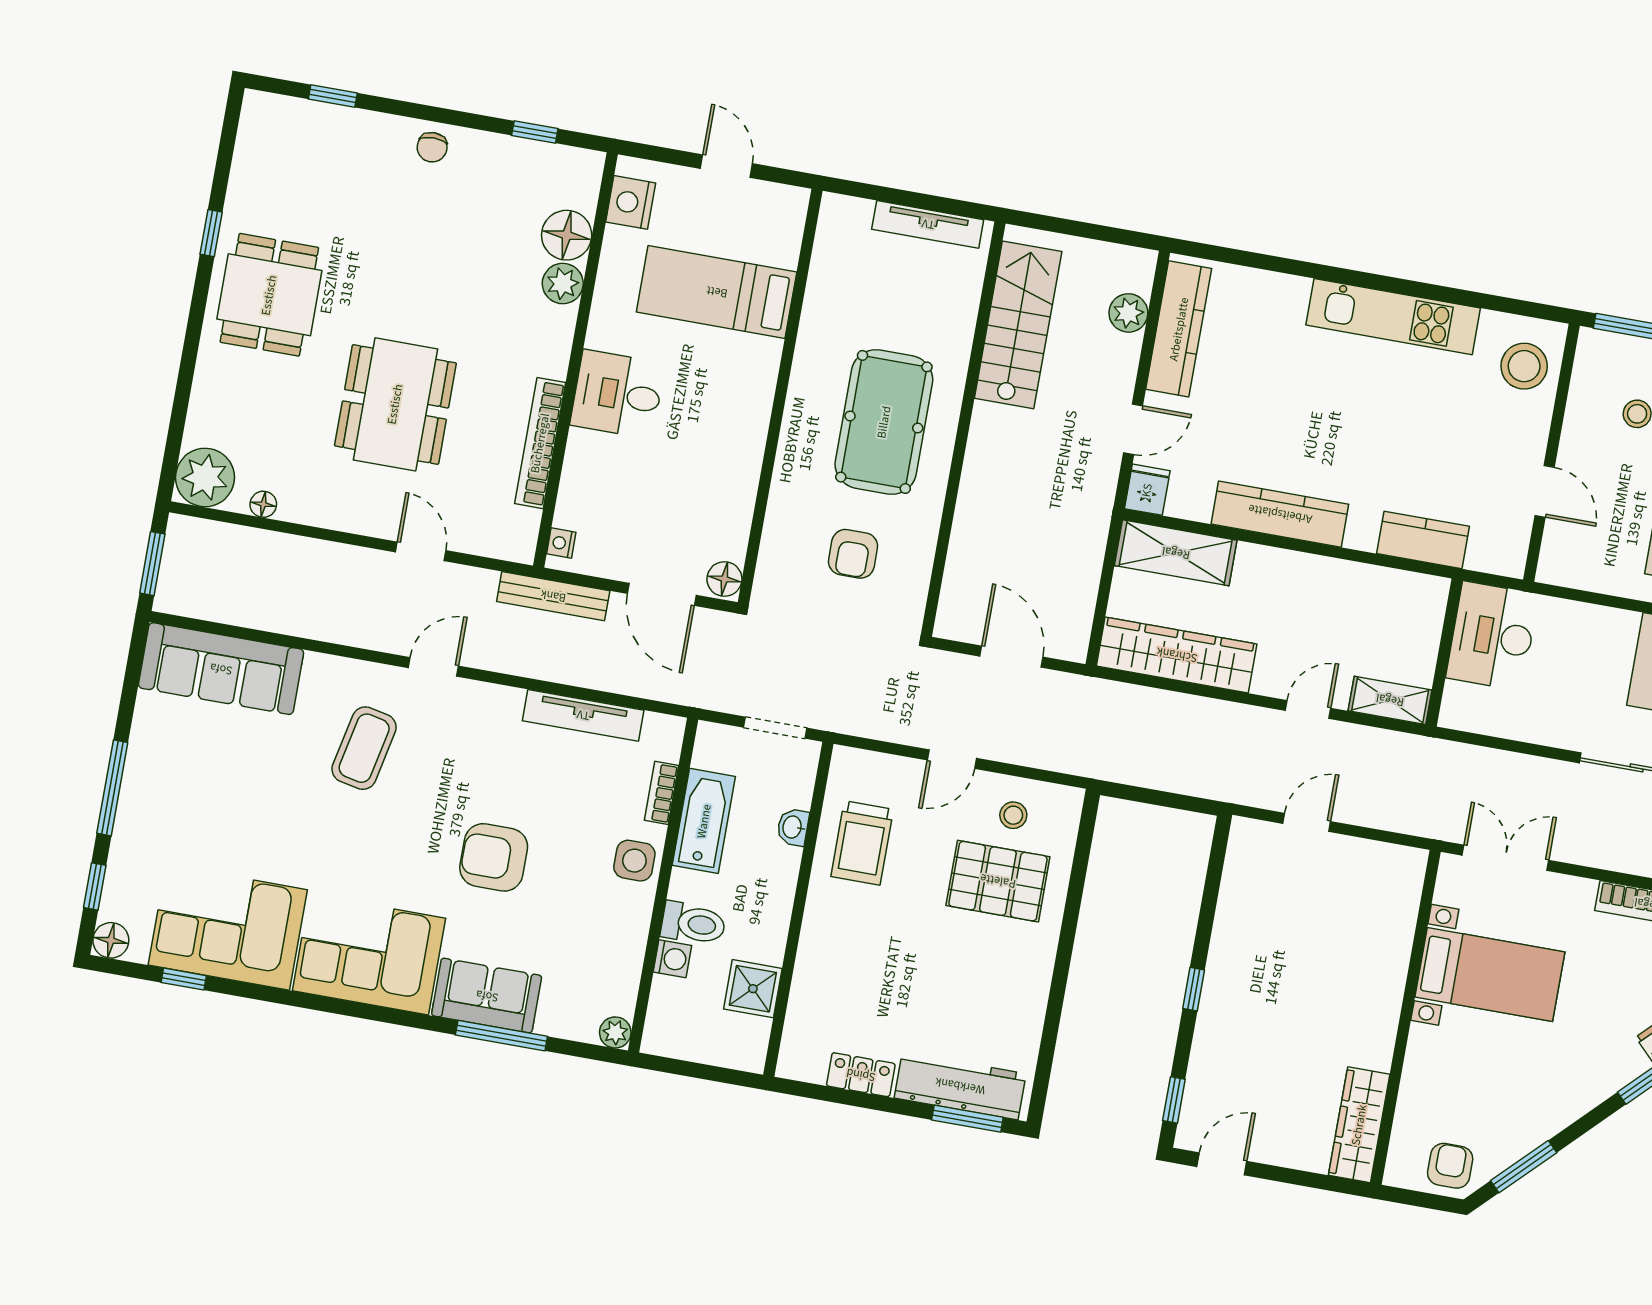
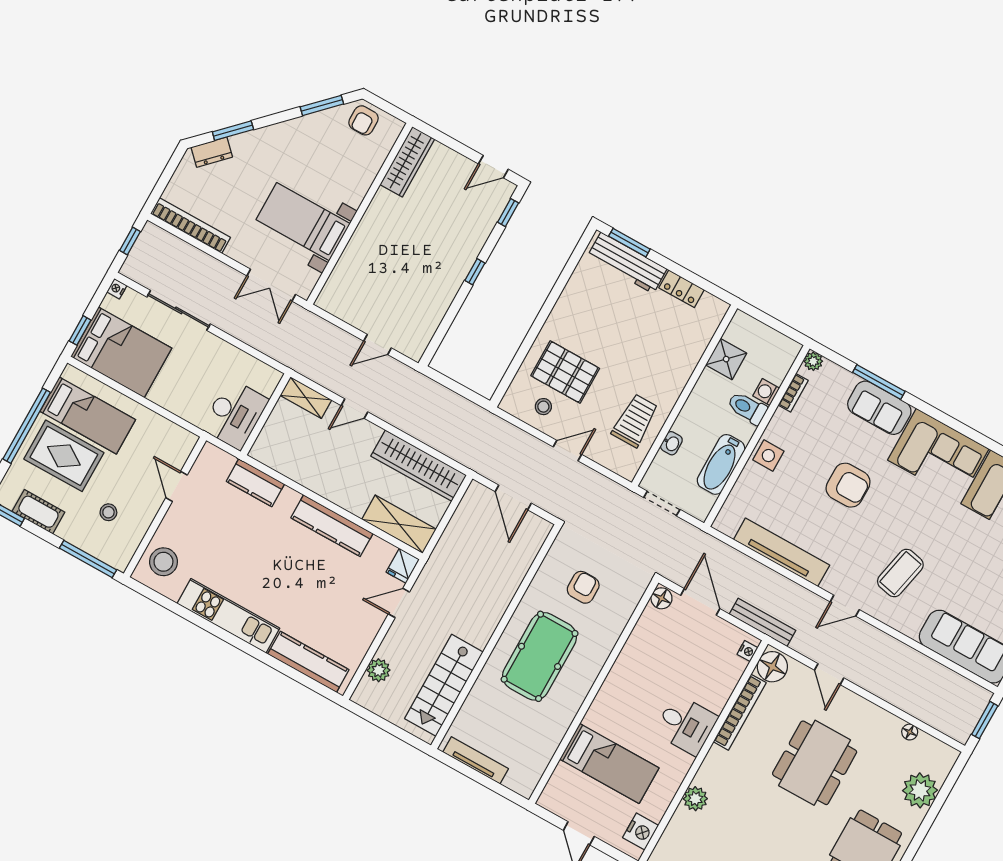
floor lamp: (567, 235) -> (772, 667), moved
kitchen counter: (1179, 329) -> (308, 662), moved, turned 90
plant: (205, 477) -> (920, 790), moved
tv unit: (583, 715) -> (782, 552), width x1.36, depth x1.29
bookcase: (662, 793) -> (793, 393), moved

